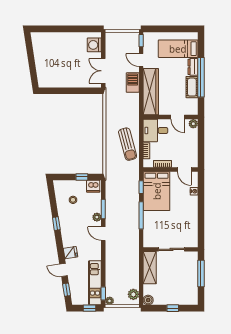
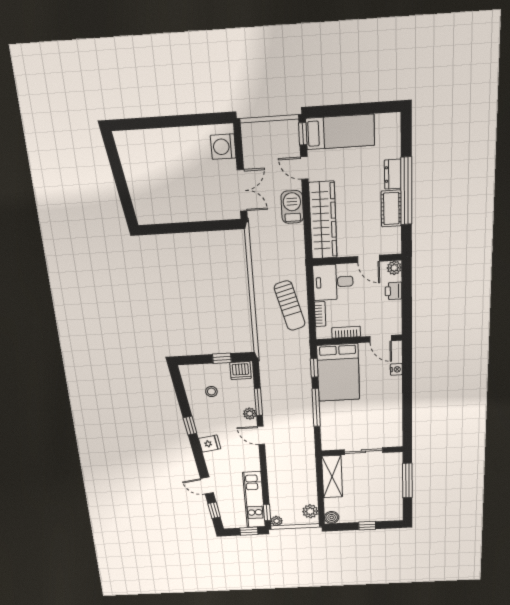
bed: (178, 49) -> (340, 132), moved, turned 180
double door: (103, 71) -> (242, 190), swing flipped
printer: (193, 138) -> (393, 291), added
fridge: (70, 253) -> (210, 444), moved

